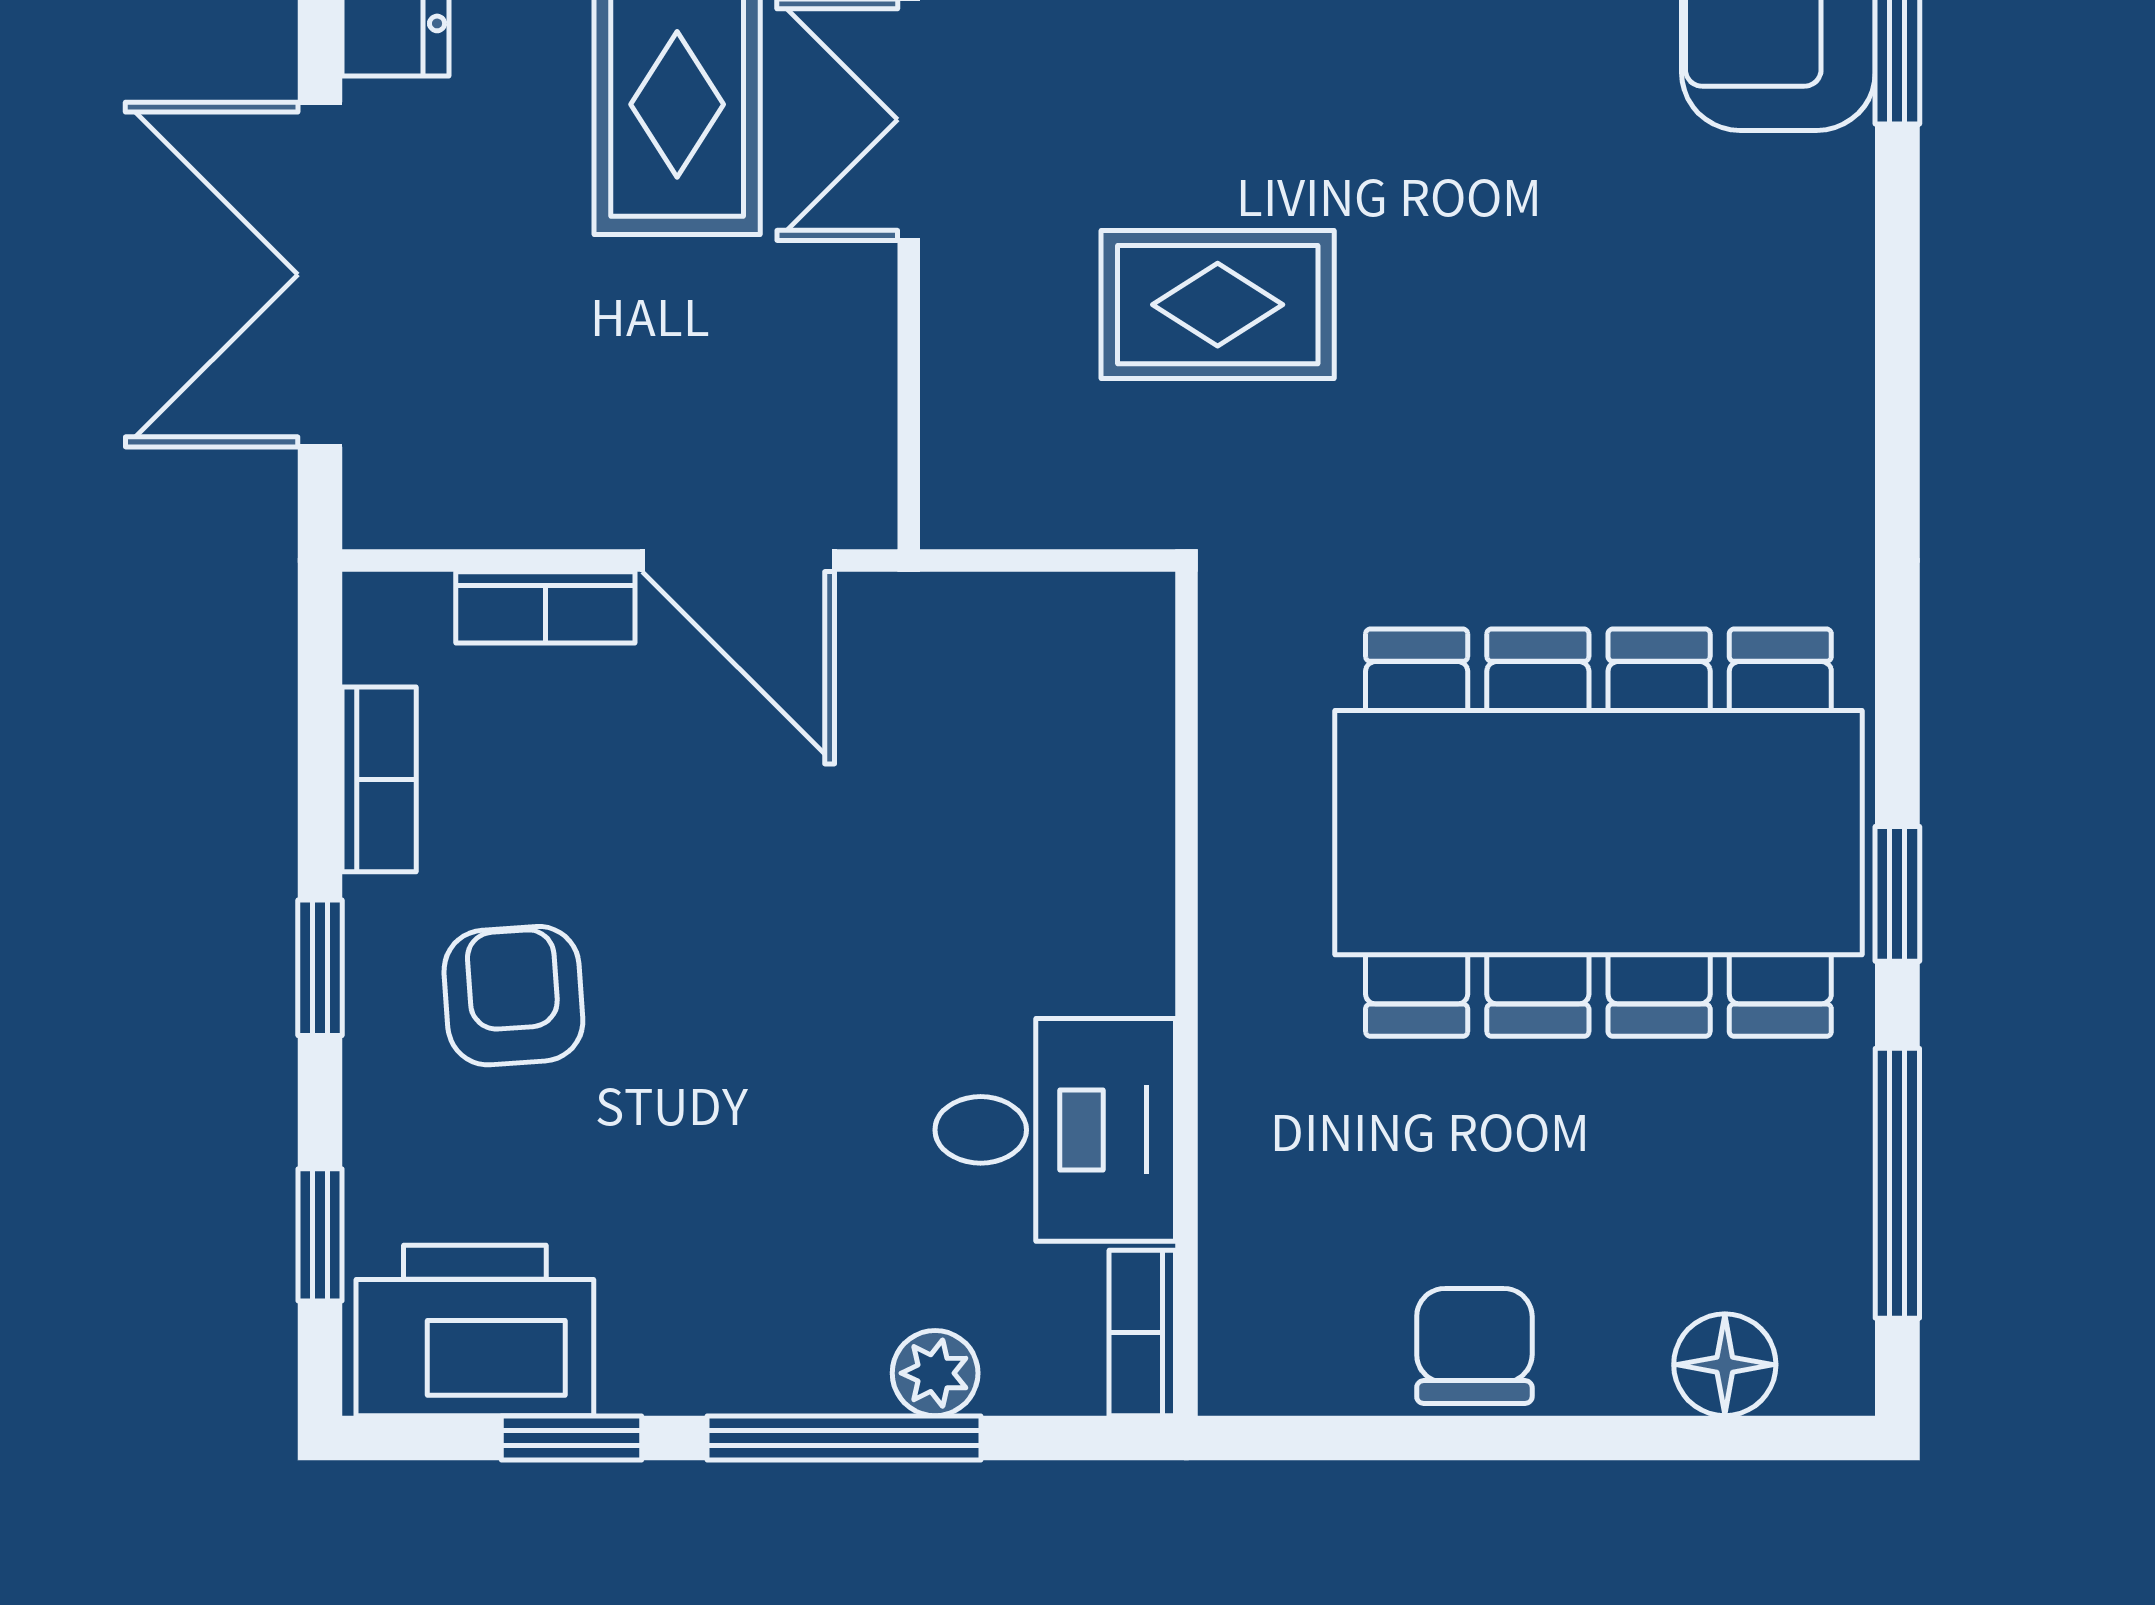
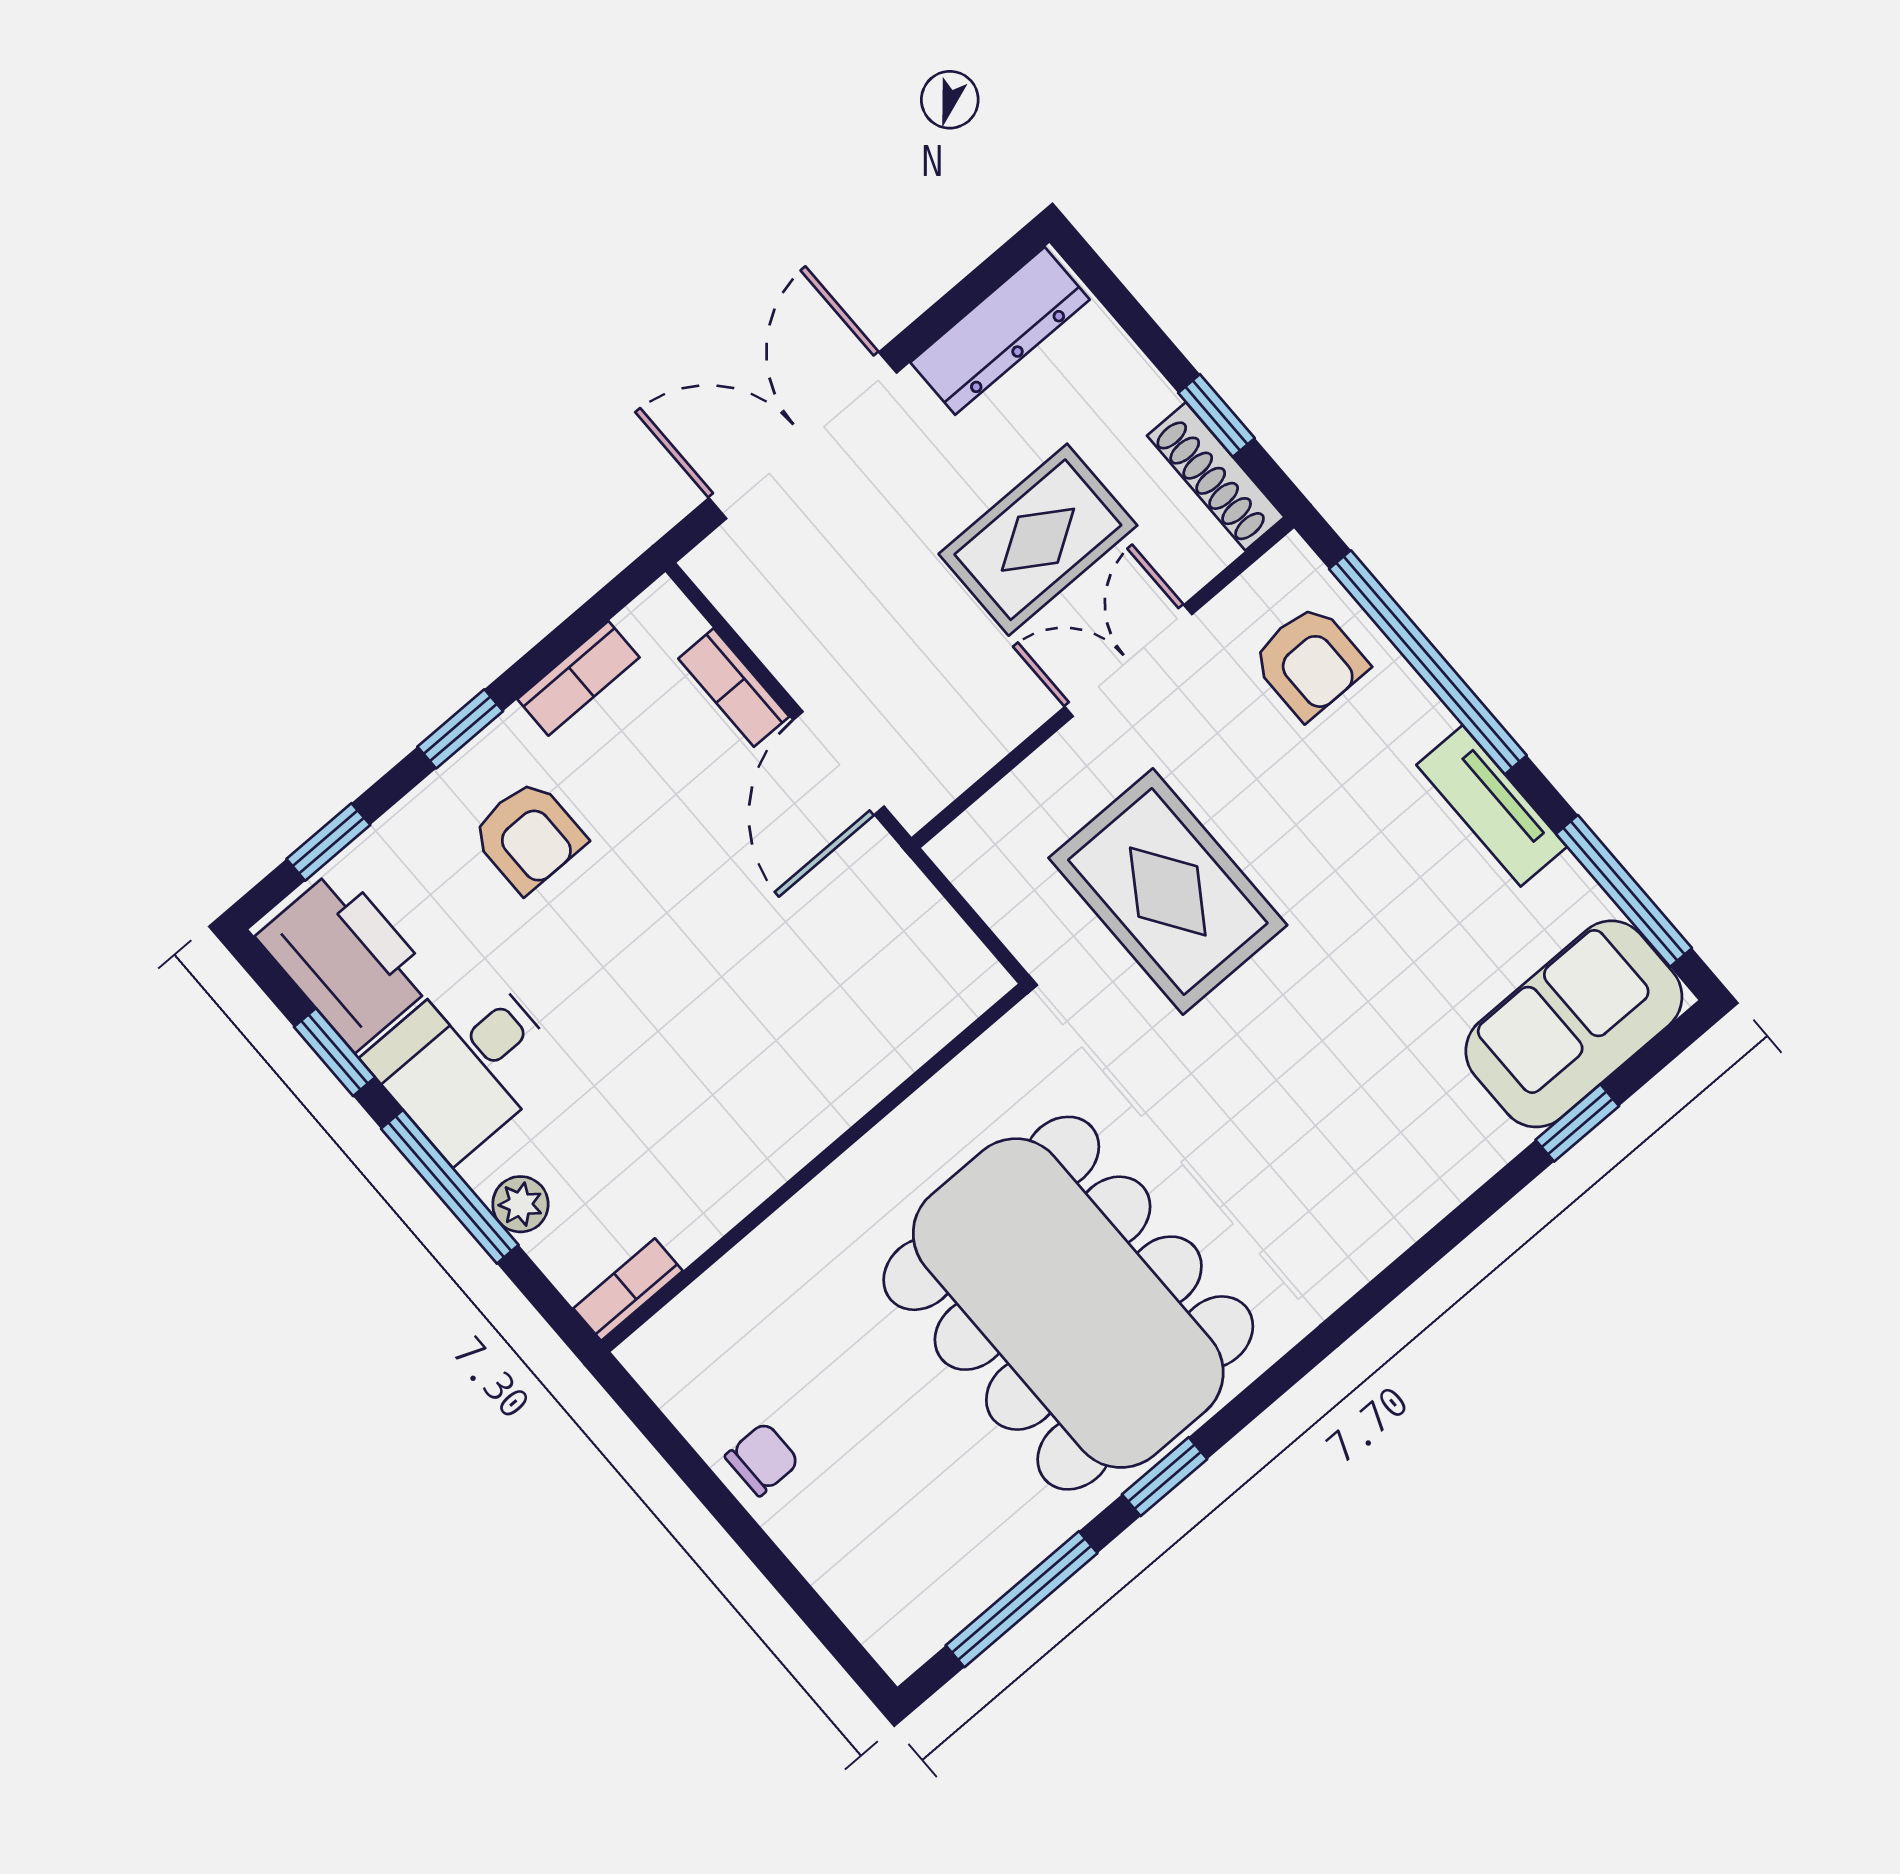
rug: (1218, 305) -> (1168, 891), width x1.36, depth x1.43
armchair: (513, 996) -> (528, 836), turned 94
desk: (1055, 1130) -> (465, 1062), moved, turned 90
chair: (1474, 1346) -> (762, 1459), width x0.73, depth x0.73
floor lamp: (1725, 1365) -> (859, 1591), removed

